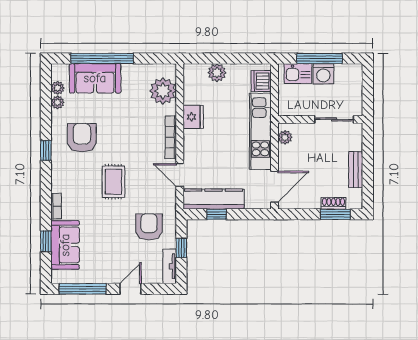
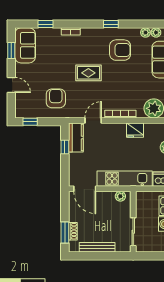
bench: (356, 170) -> (97, 247), width x1.36
kitchen counter: (214, 199) -> (76, 138), width x0.67
armchair: (149, 227) -> (56, 98), turned -90
sofa: (65, 245) -> (25, 45), moved, turned -90
window: (181, 248) -> (30, 122), moved
tv unit: (170, 266) -> (27, 113), removed
window: (83, 289) -> (11, 51), width x0.46

